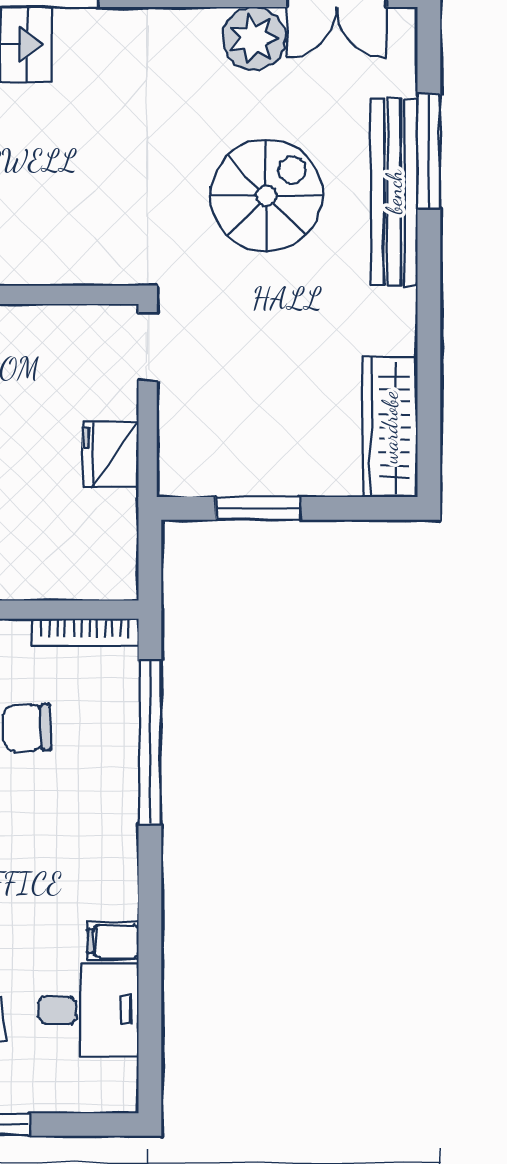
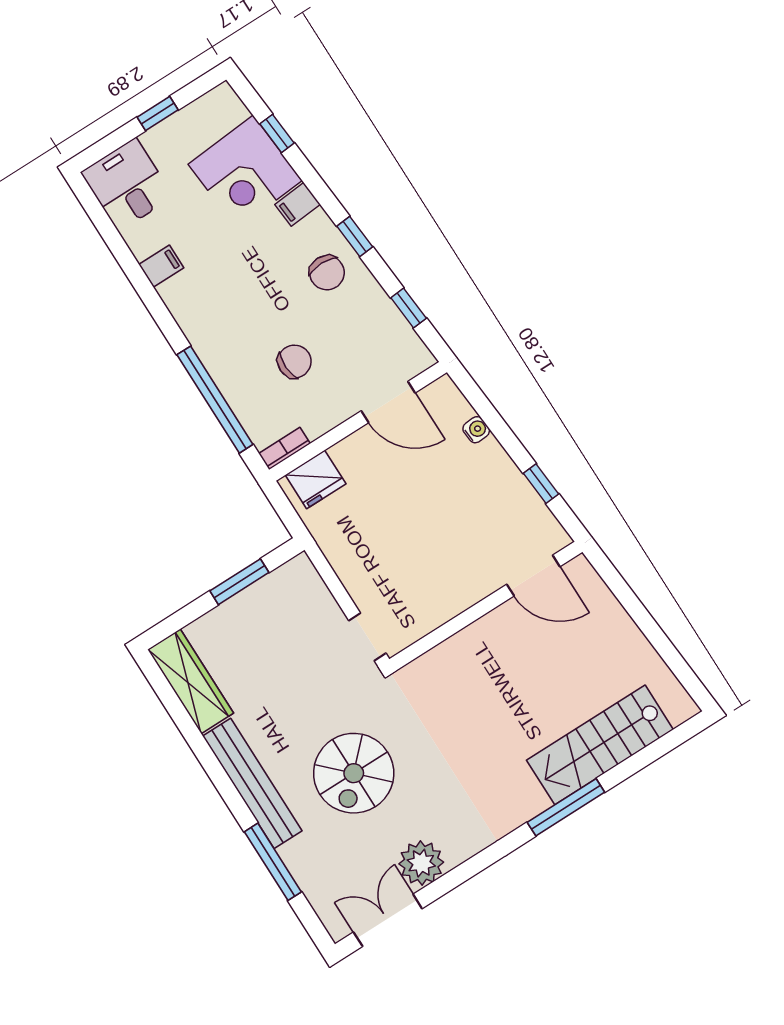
bench: (394, 192) -> (252, 783), moved
fridge: (111, 454) -> (316, 479), moved, turned 90
bookcase: (85, 632) -> (284, 449), width x0.64
desk: (89, 1010) -> (127, 185), moved, turned 90

